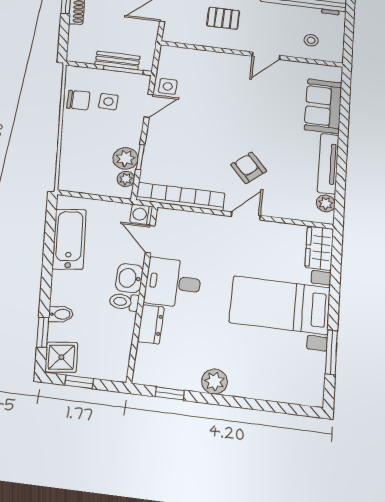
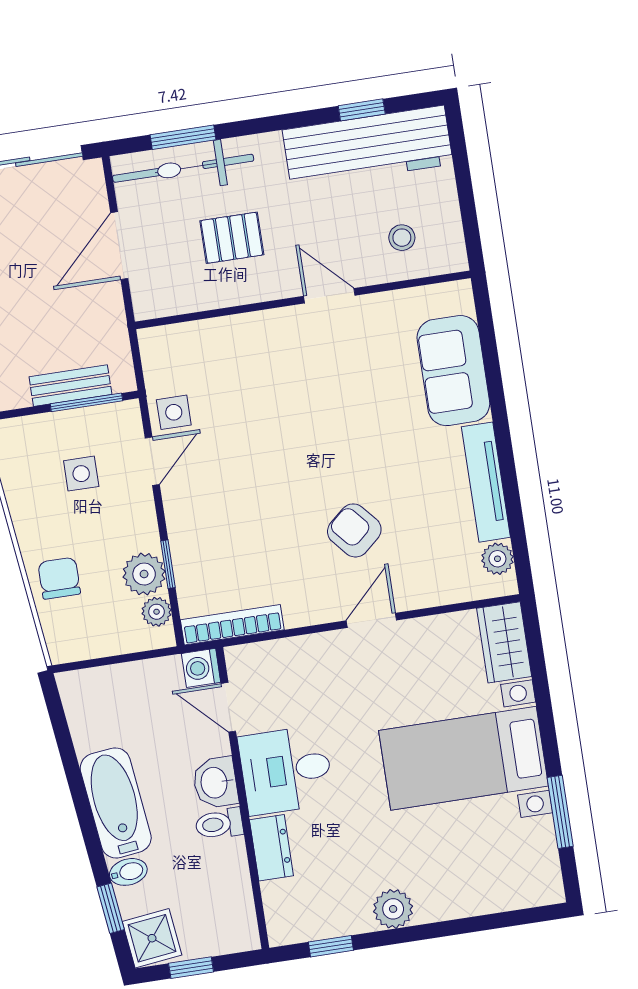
door: (266, 56) -> (329, 296), swing flipped
chair: (78, 100) -> (59, 578), moved, turned -87
bookcase: (180, 197) -> (232, 625), width x0.68, depth x0.76
bathtub: (69, 239) -> (116, 803), moved

